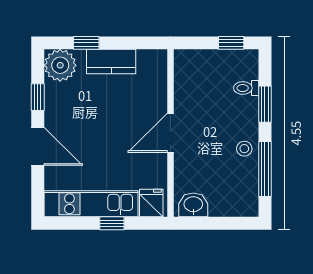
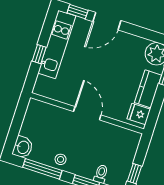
window: (38, 97) -> (78, 12), moved
fridge: (151, 203) -> (139, 114), moved, turned 180
washbasin: (193, 205) -> (23, 147), moved

